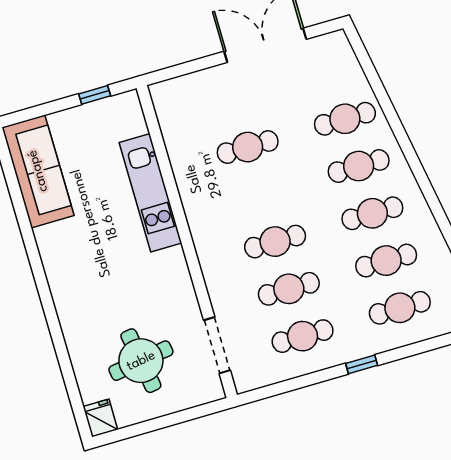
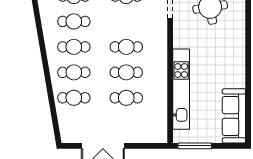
window: (95, 95) -> (195, 146), width x2.17
kitchen unit: (151, 193) -> (181, 89), width x1.36
cafe table: (289, 289) -> (126, 72), moved

